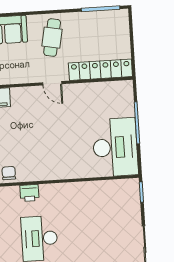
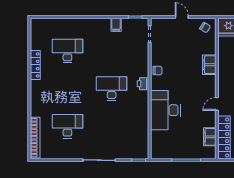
filing cabinet: (101, 91) -> (210, 137), added
desk: (115, 147) -> (166, 110), moved, turned 90

